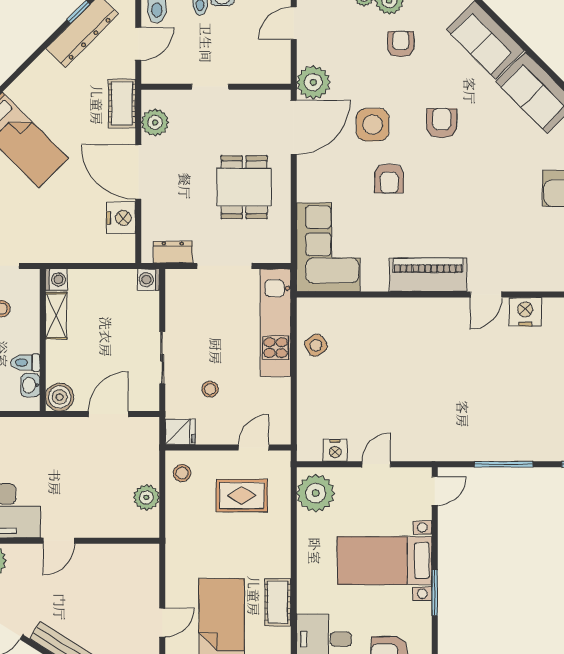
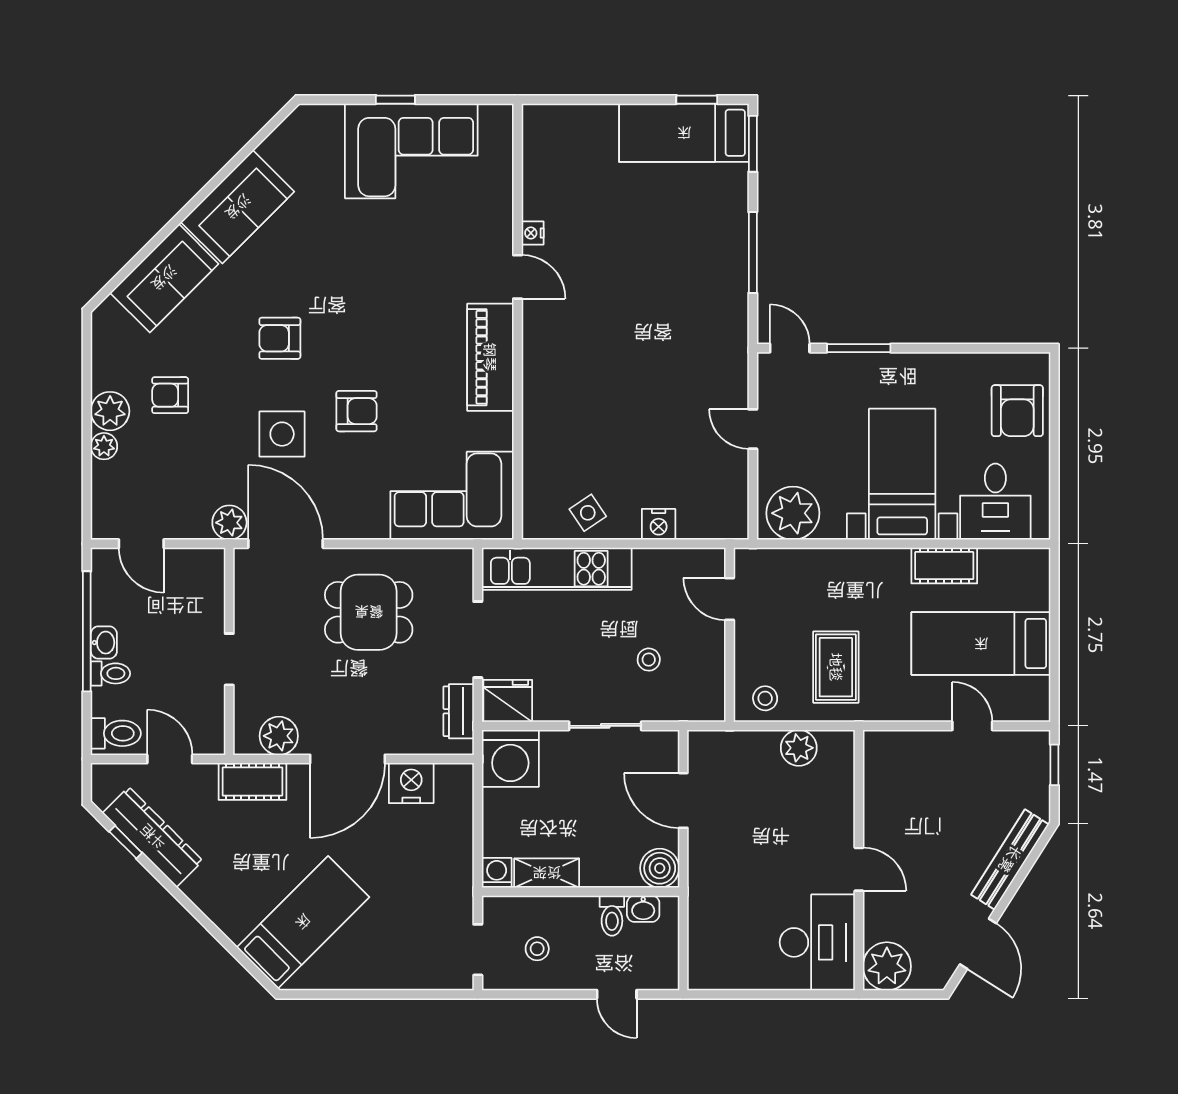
plant: (313, 82) -> (229, 523), width x0.73, depth x0.73
washing machine: (148, 280) -> (510, 758), width x1.89, depth x1.89
nightstand: (525, 312) -> (533, 233), width x0.53, depth x0.56
fridge: (180, 432) -> (508, 701), moved, width x1.38
nightstand: (335, 450) -> (659, 524), moved, turned 90
rug: (242, 496) -> (836, 667), moved
bed with nightstands: (385, 561) -> (902, 474), moved, turned 180
window: (435, 593) -> (859, 348), moved

